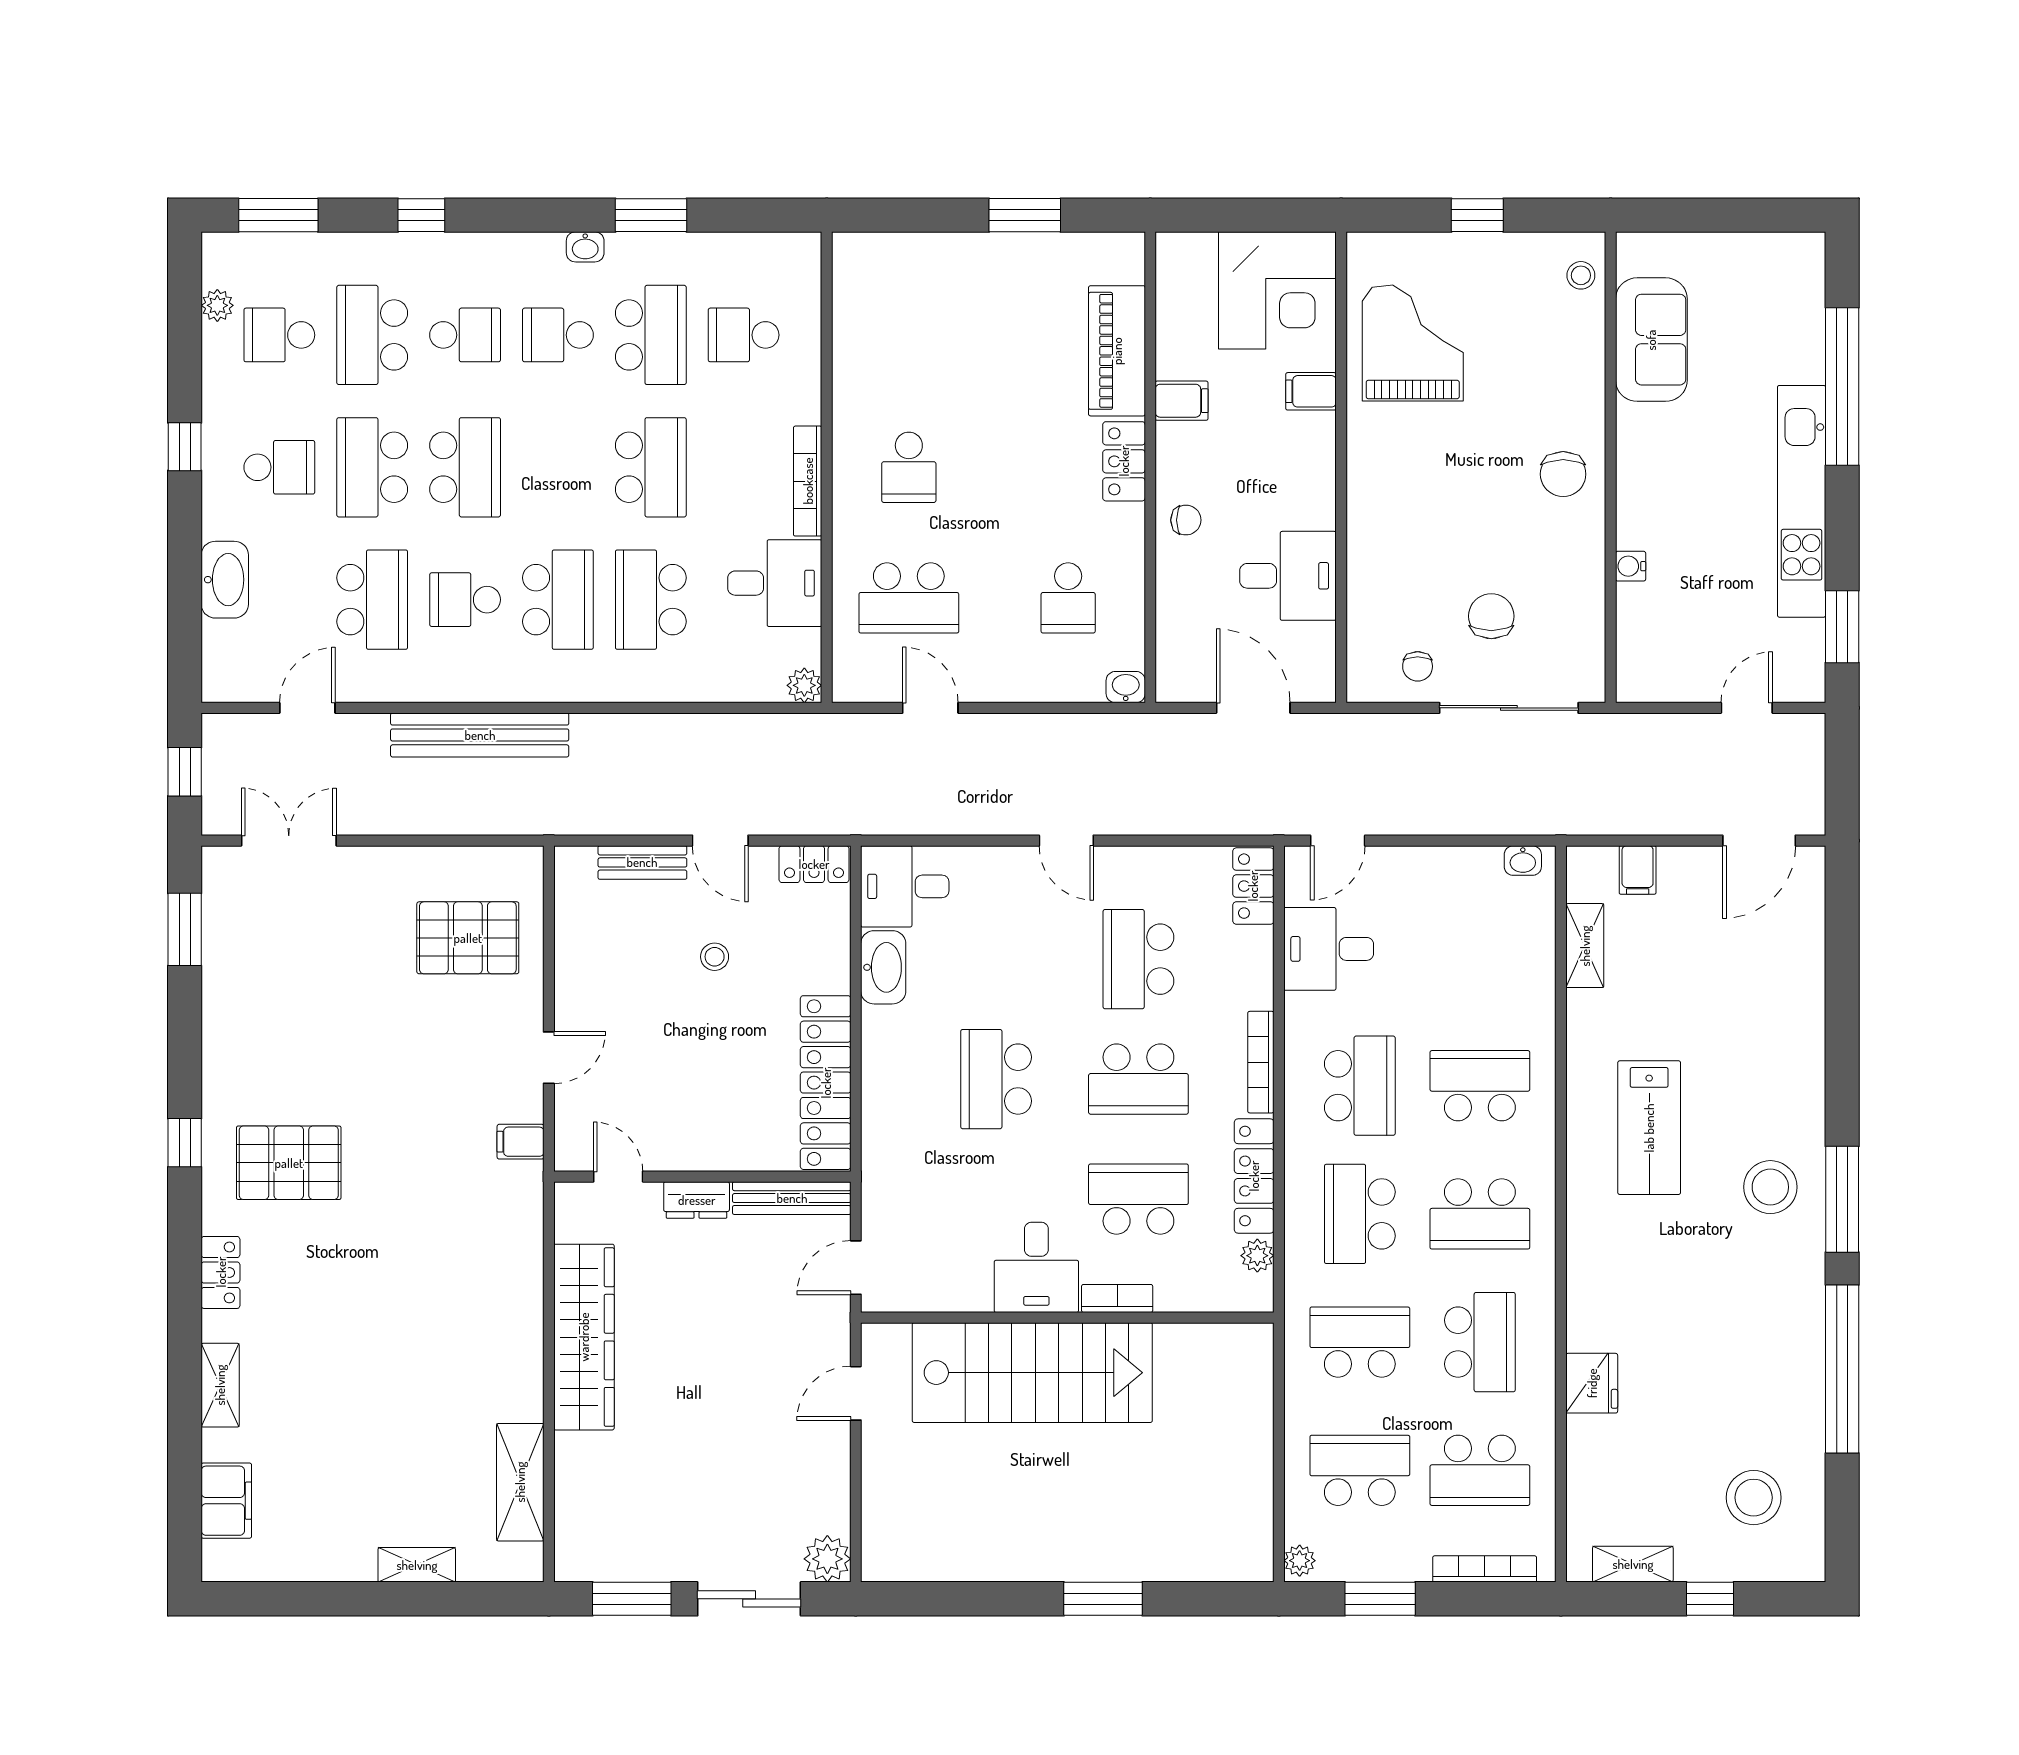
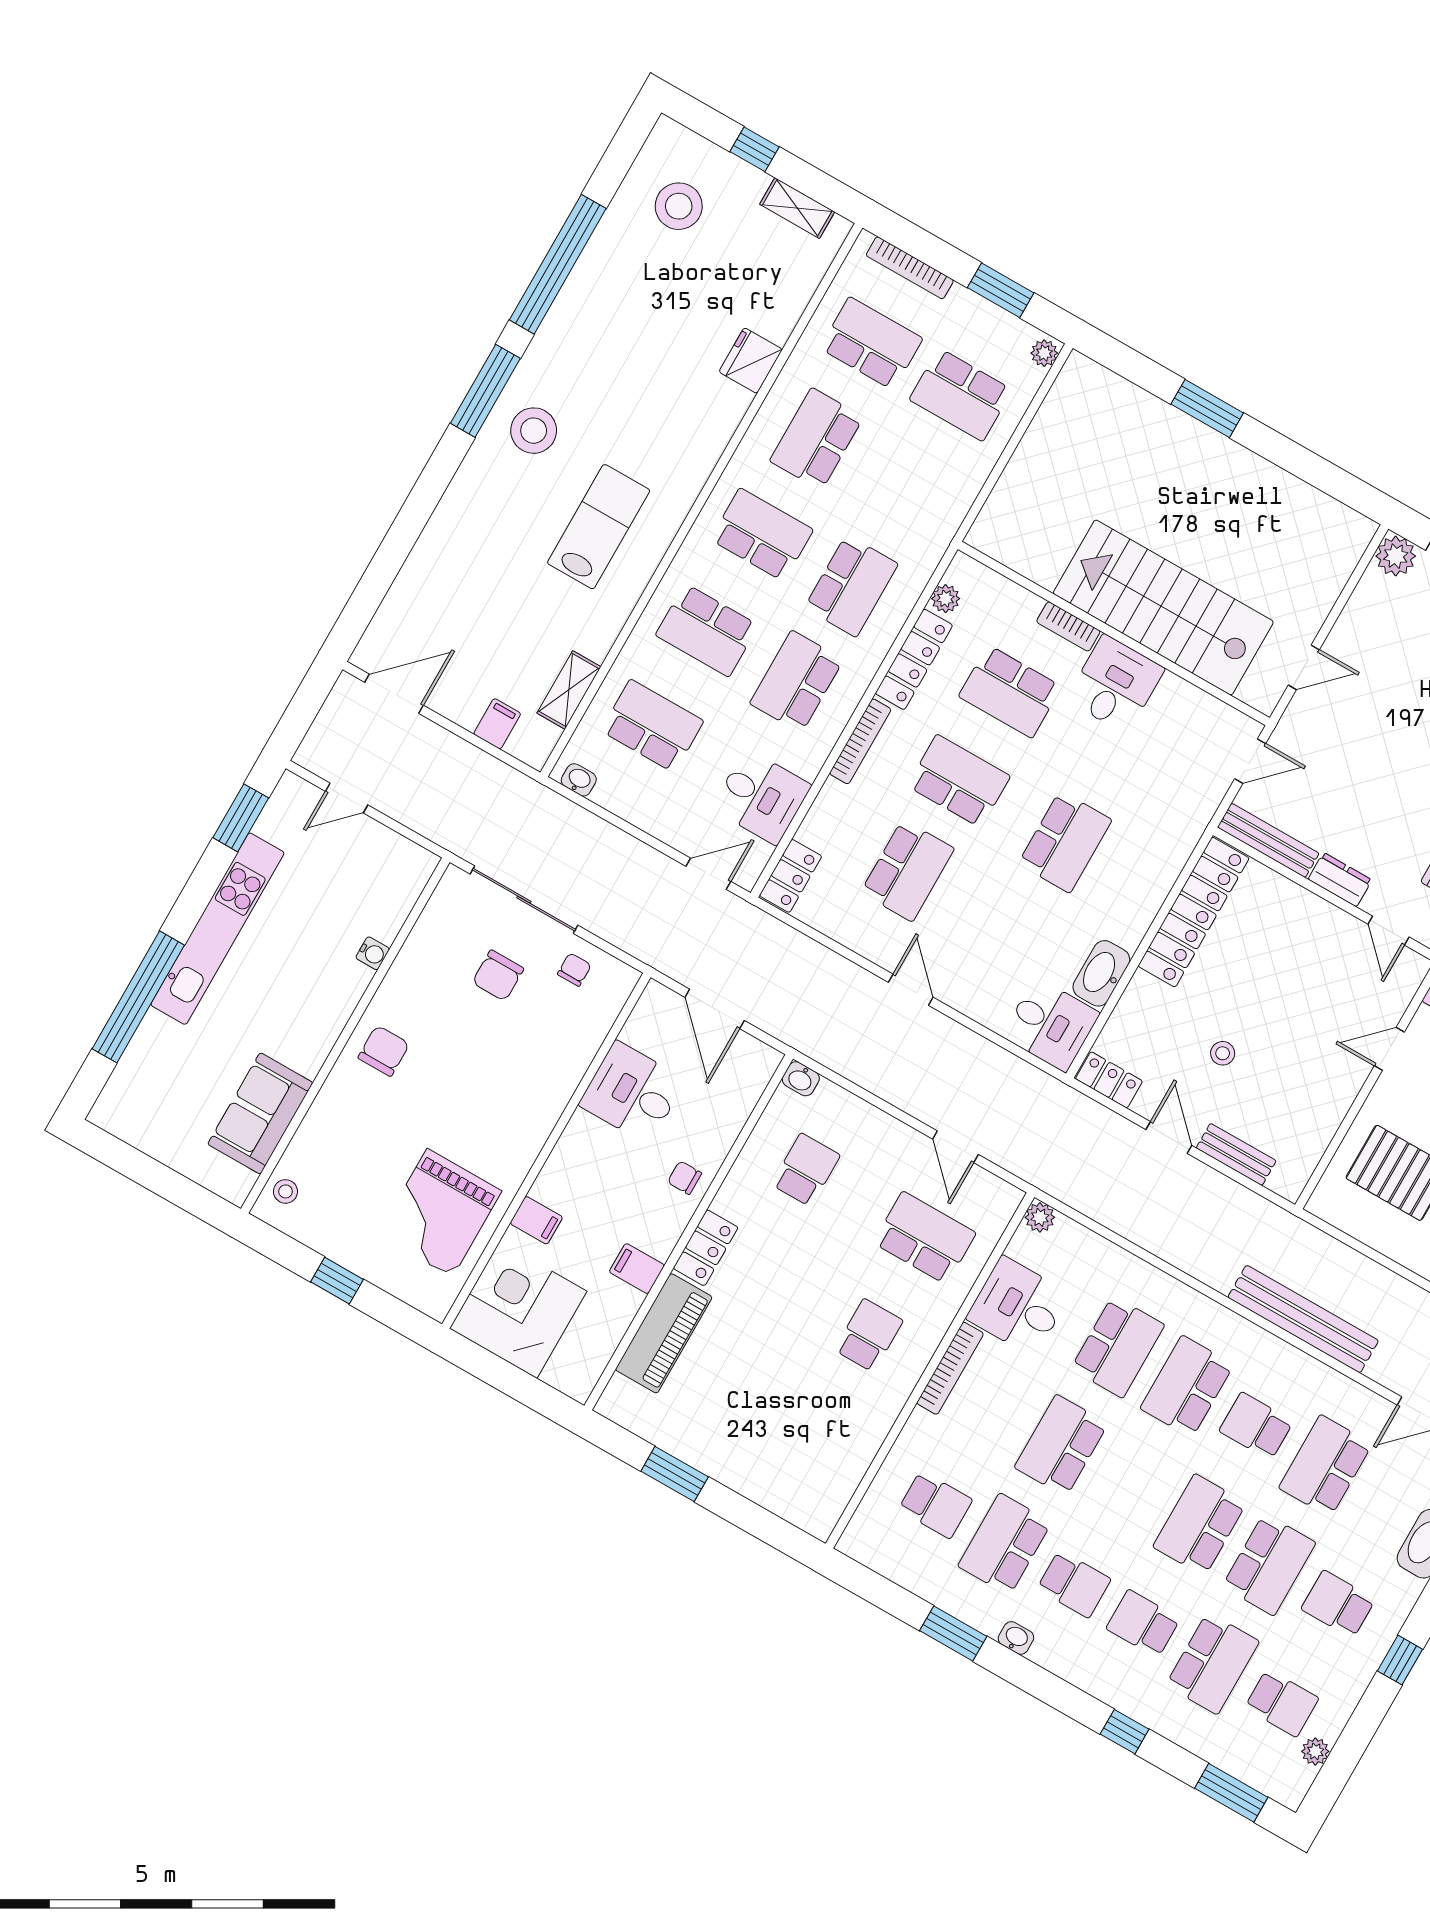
school desk: (465, 600) -> (1256, 1426), turned 180
school desk: (1360, 1342) -> (652, 726), moved, turned 180

